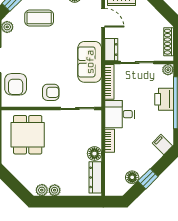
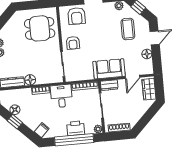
sofa: (90, 62) -> (109, 69), moved
armchair: (16, 84) -> (77, 16), turned -90

